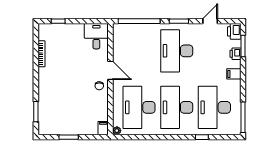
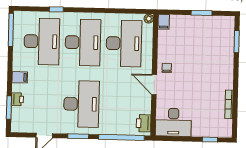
printer: (234, 31) -> (144, 123), moved, turned 180
desk: (96, 36) -> (173, 122), width x1.37

